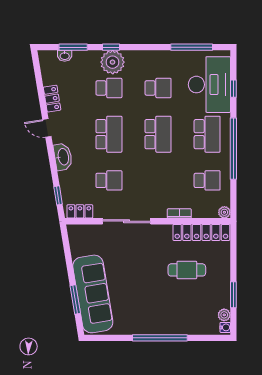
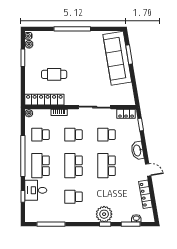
desk: (209, 85) -> (36, 190), width x0.53, depth x0.77
school desk: (109, 88) -> (73, 135), moved
locker: (52, 99) -> (146, 194), width x1.53

